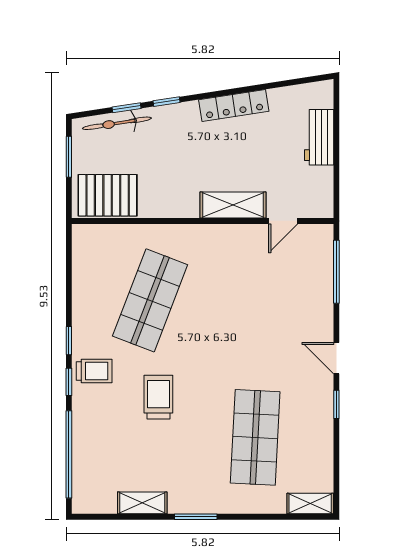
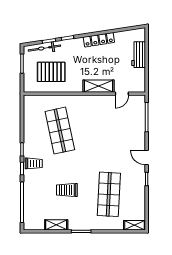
pallet: (108, 195) -> (51, 72), moved
shop shelf: (150, 300) -> (60, 131), turned -33
trolley: (158, 397) -> (67, 190), moved, turned -90

